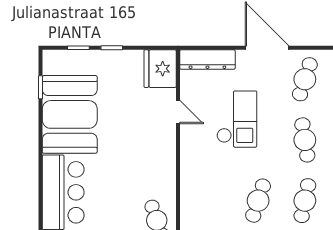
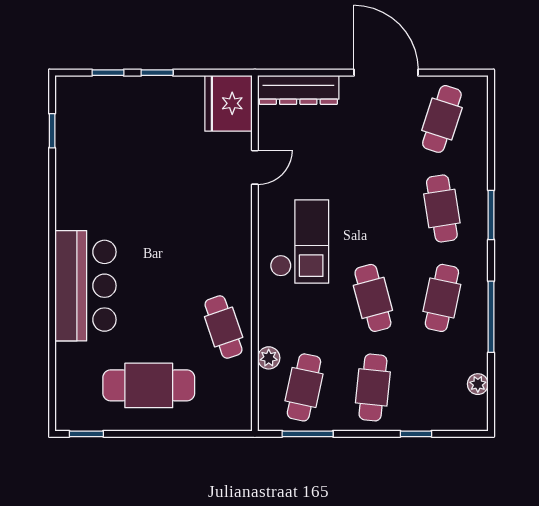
door: (178, 112) -> (255, 167), hinge flipped
booth: (70, 114) -> (95, 171), removed
checkout: (237, 119) -> (299, 242), moved
cafe table: (258, 201) -> (373, 298), turned -33

